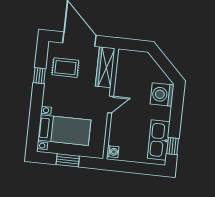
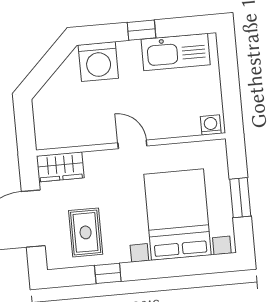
wardrobe: (105, 67) -> (60, 167), width x0.67
bed with nightstands: (64, 130) -> (178, 215), width x1.36
window: (173, 146) -> (142, 30), moved

